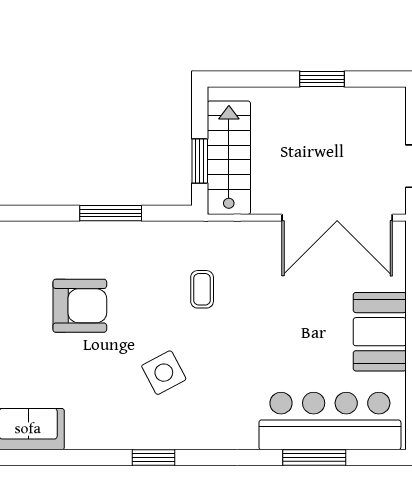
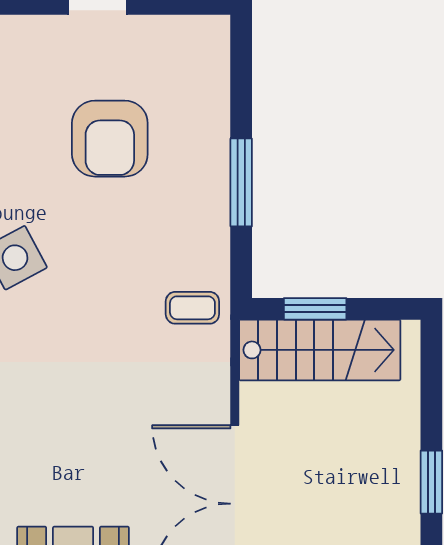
coffee table: (202, 289) -> (192, 308), moved

